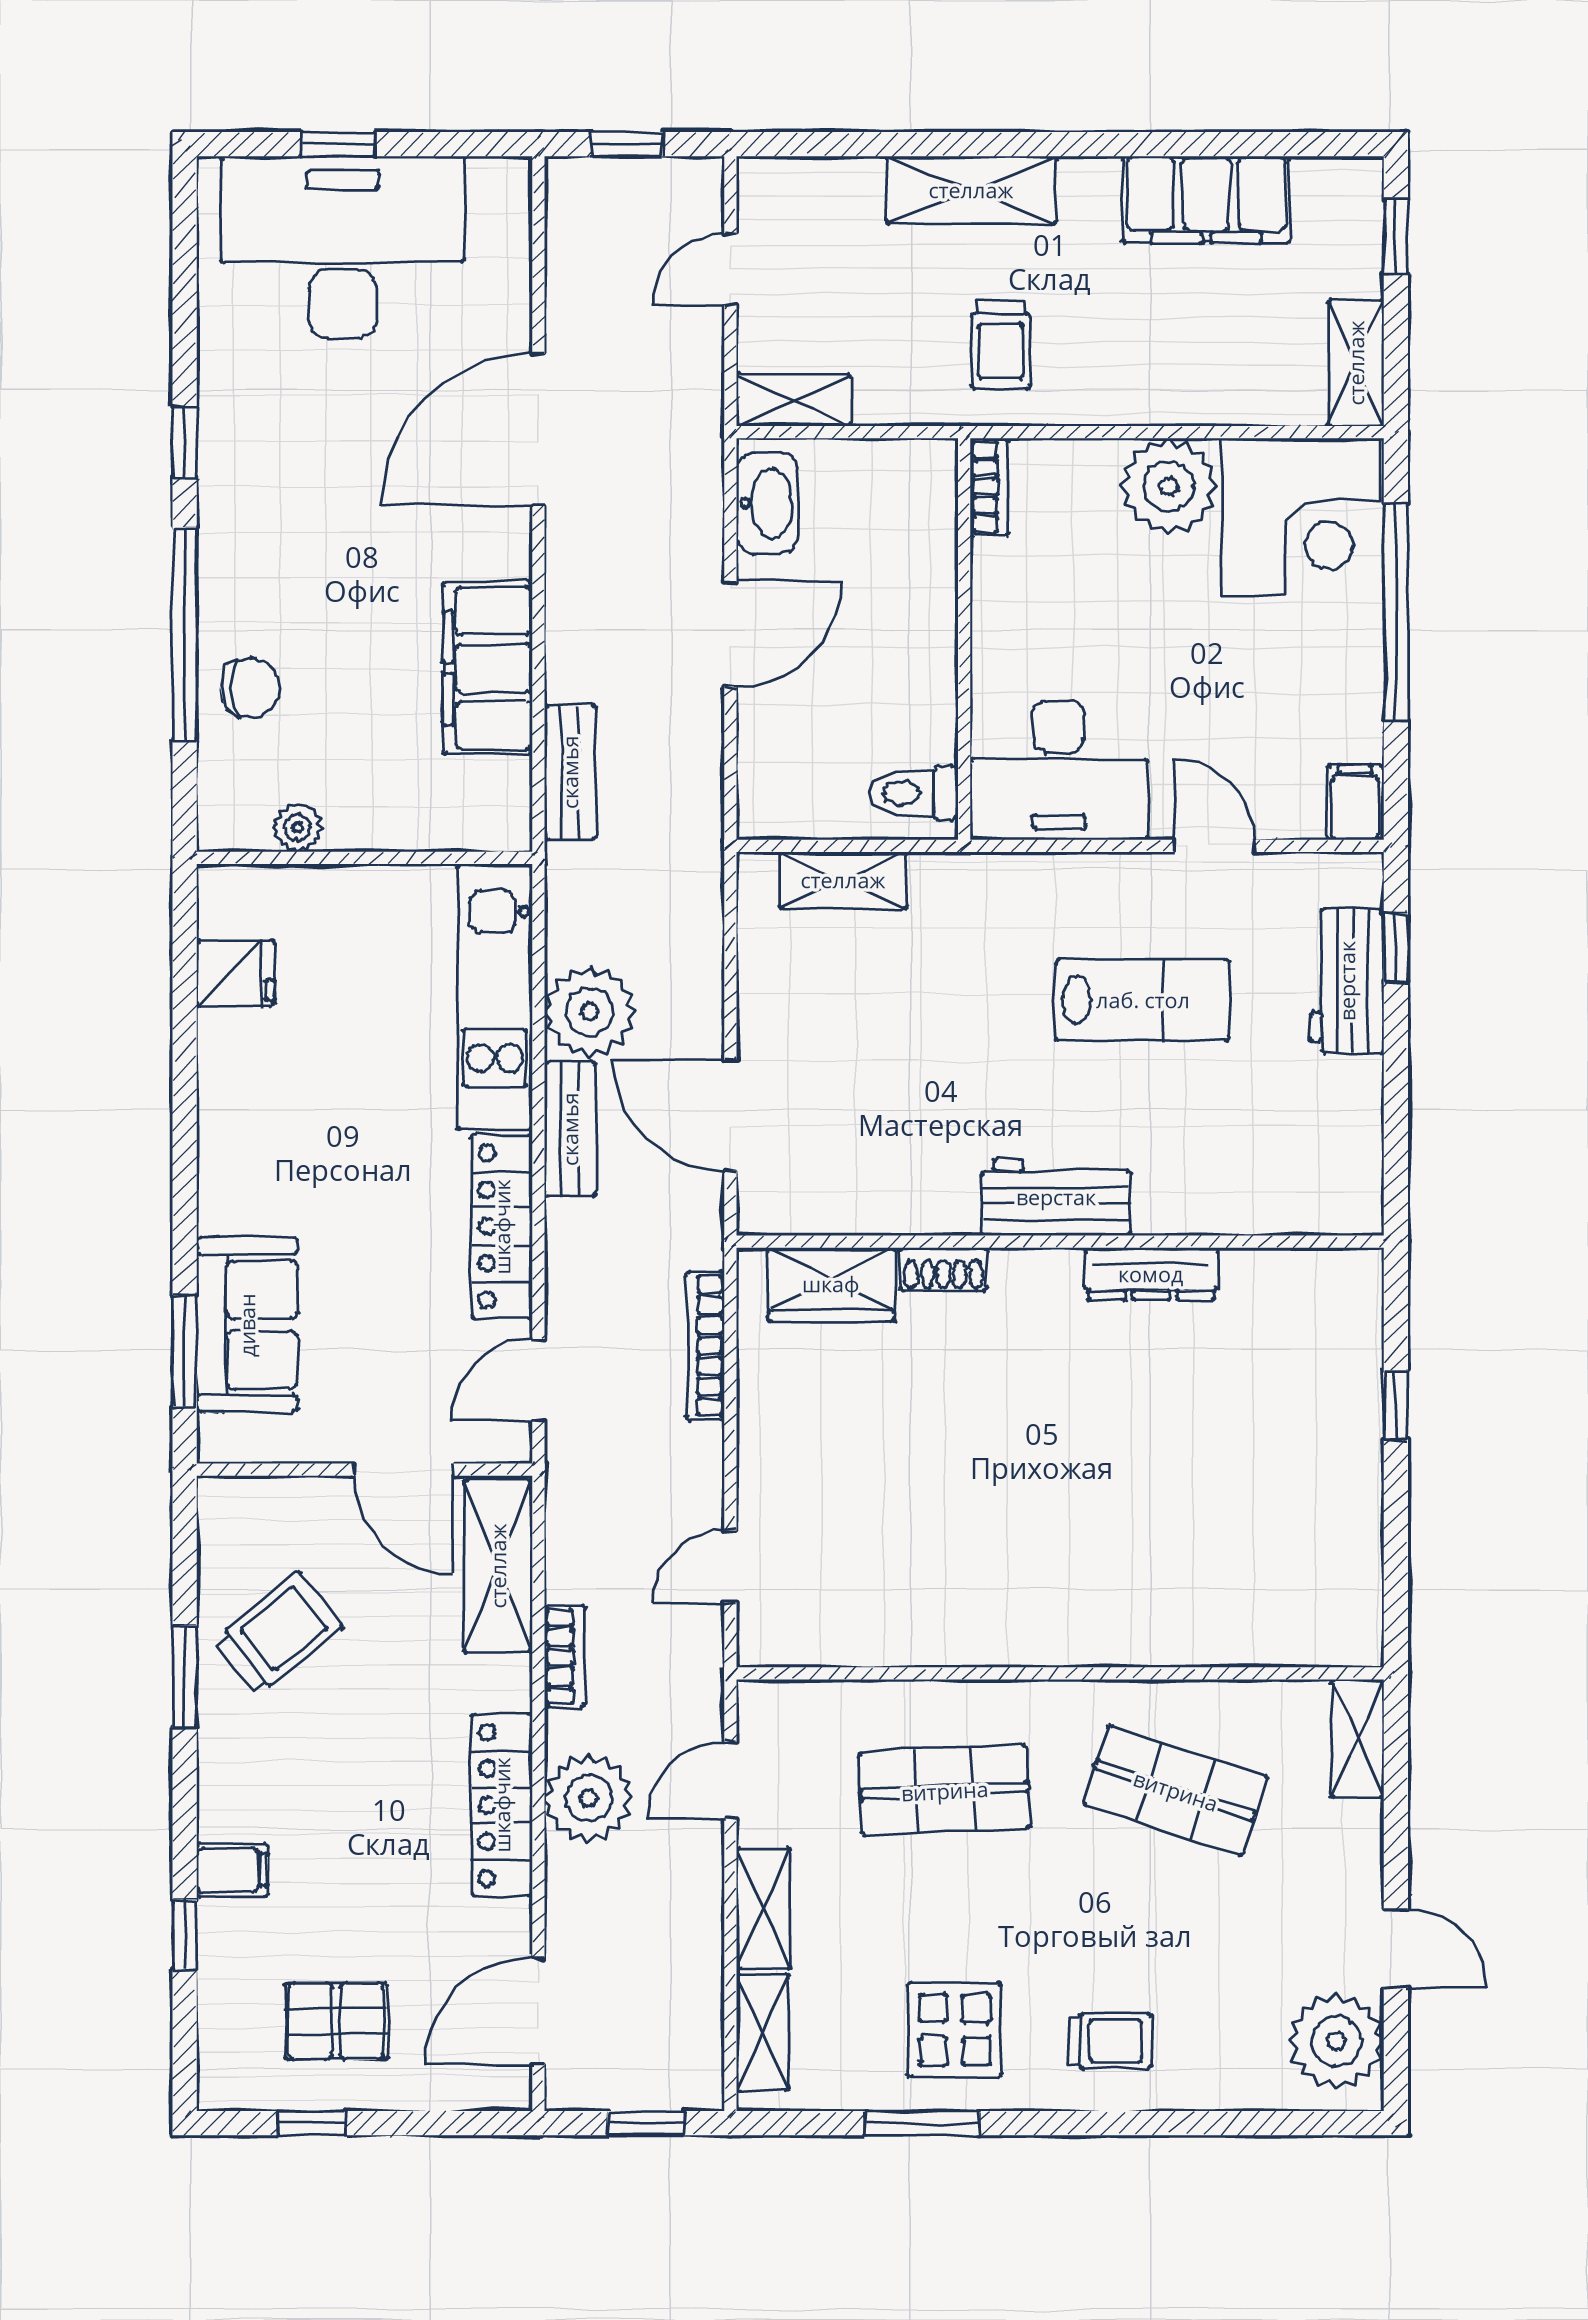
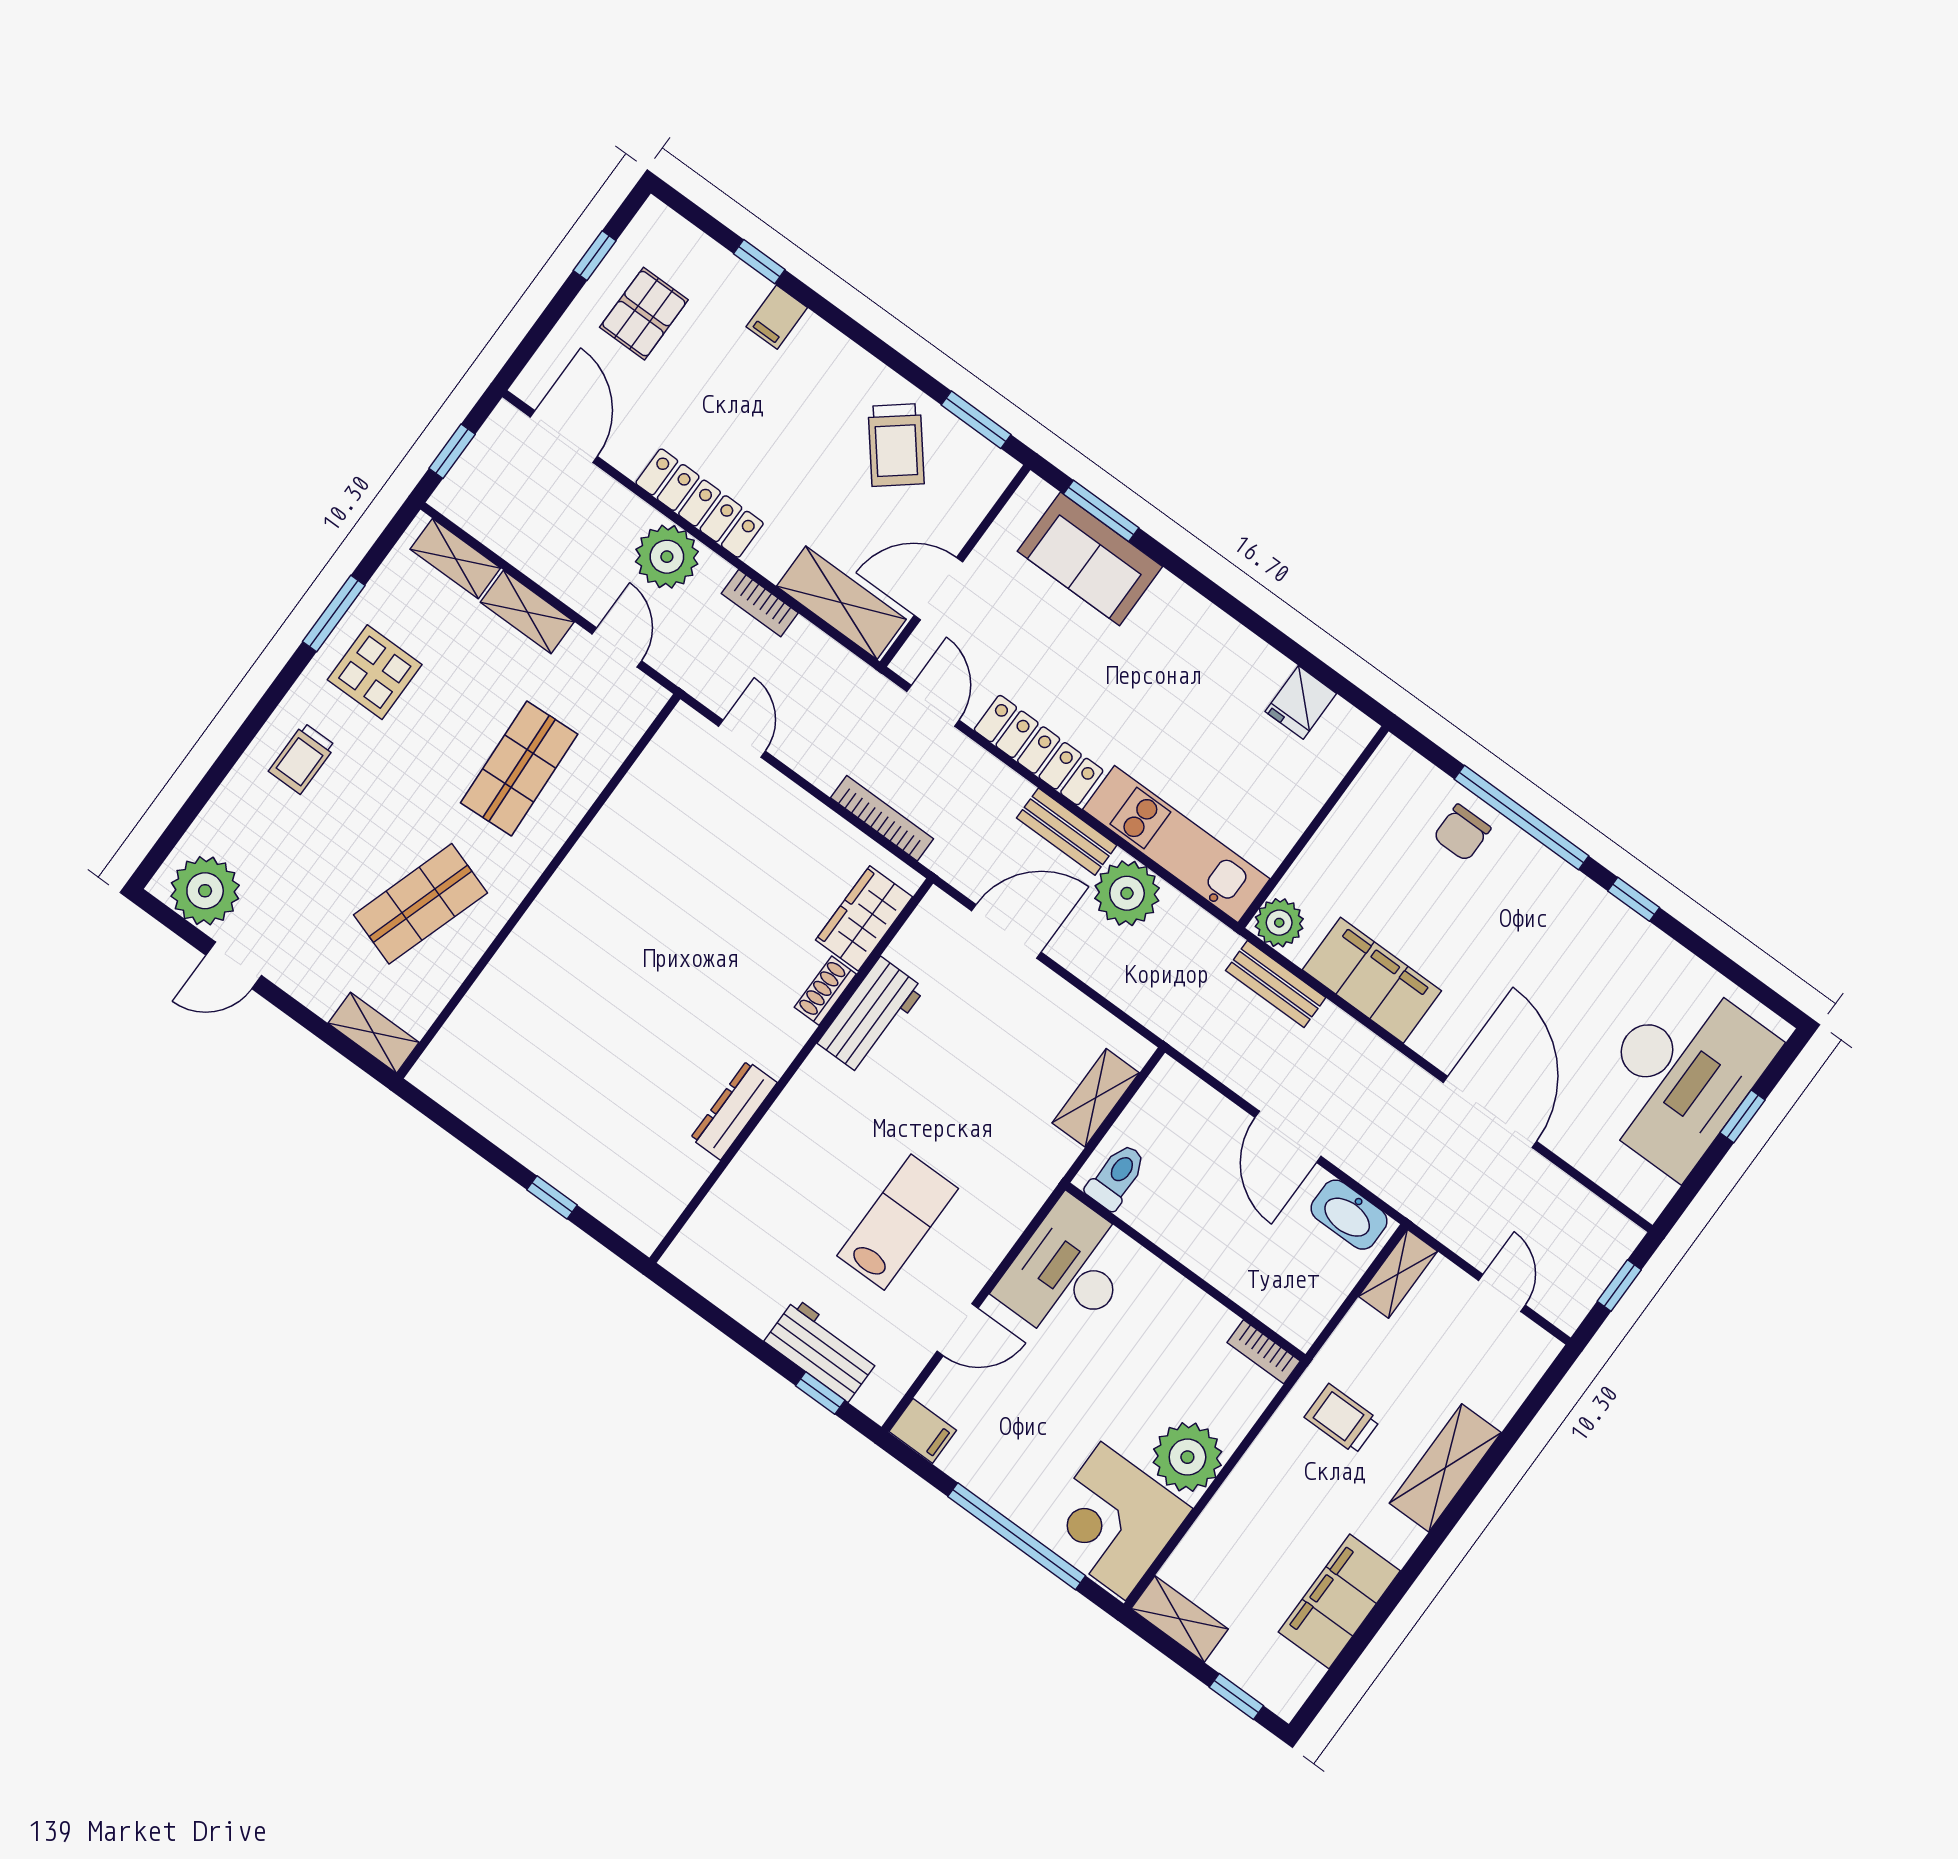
plant: (298, 827) -> (1279, 923), moved, width x1.38, depth x1.38
lab bench: (1143, 1000) -> (898, 1222), turned 180
workbench: (1056, 1197) -> (871, 1016), moved
window: (185, 1677) -> (976, 420), moved

